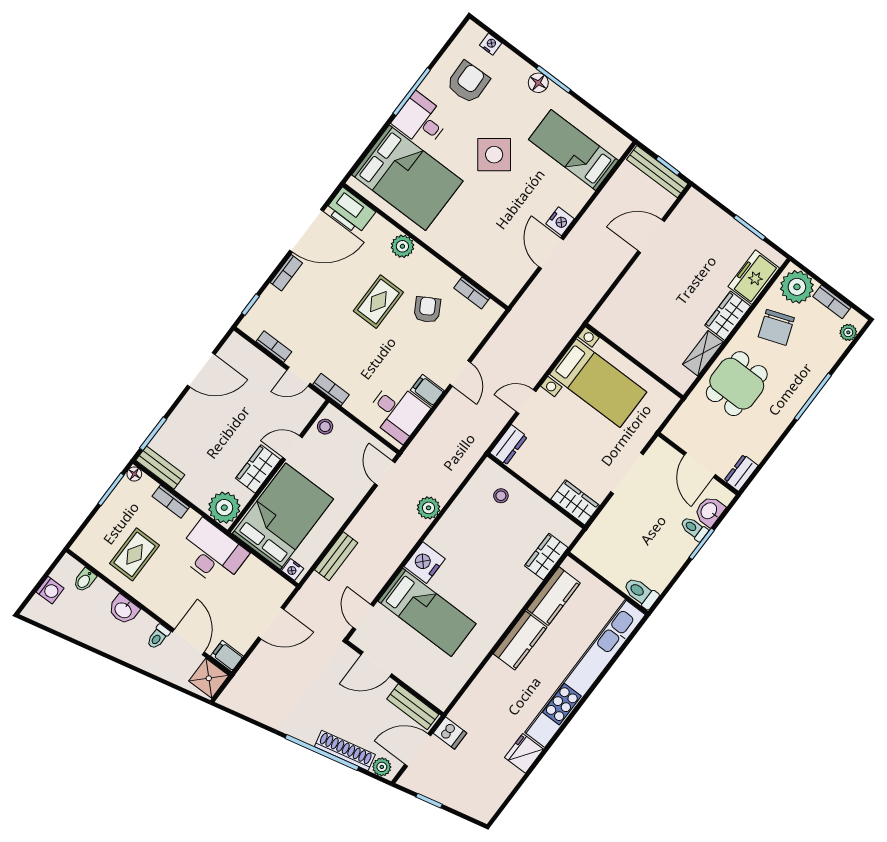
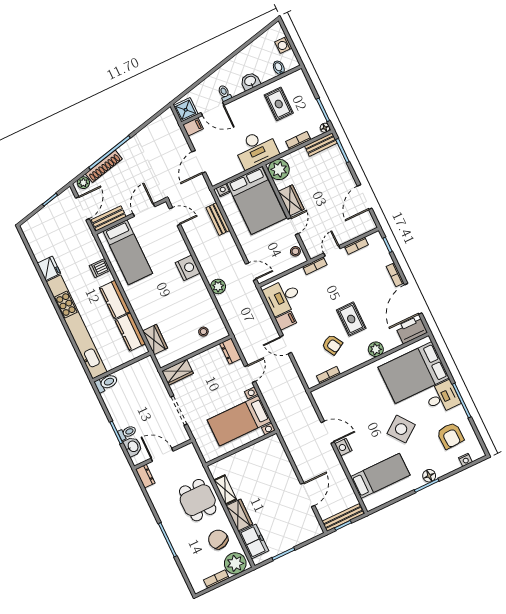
plant: (848, 332) -> (194, 579), removed
bed: (427, 612) -> (128, 252), moved, turned -90
dishwasher: (450, 733) -> (100, 268), moved

